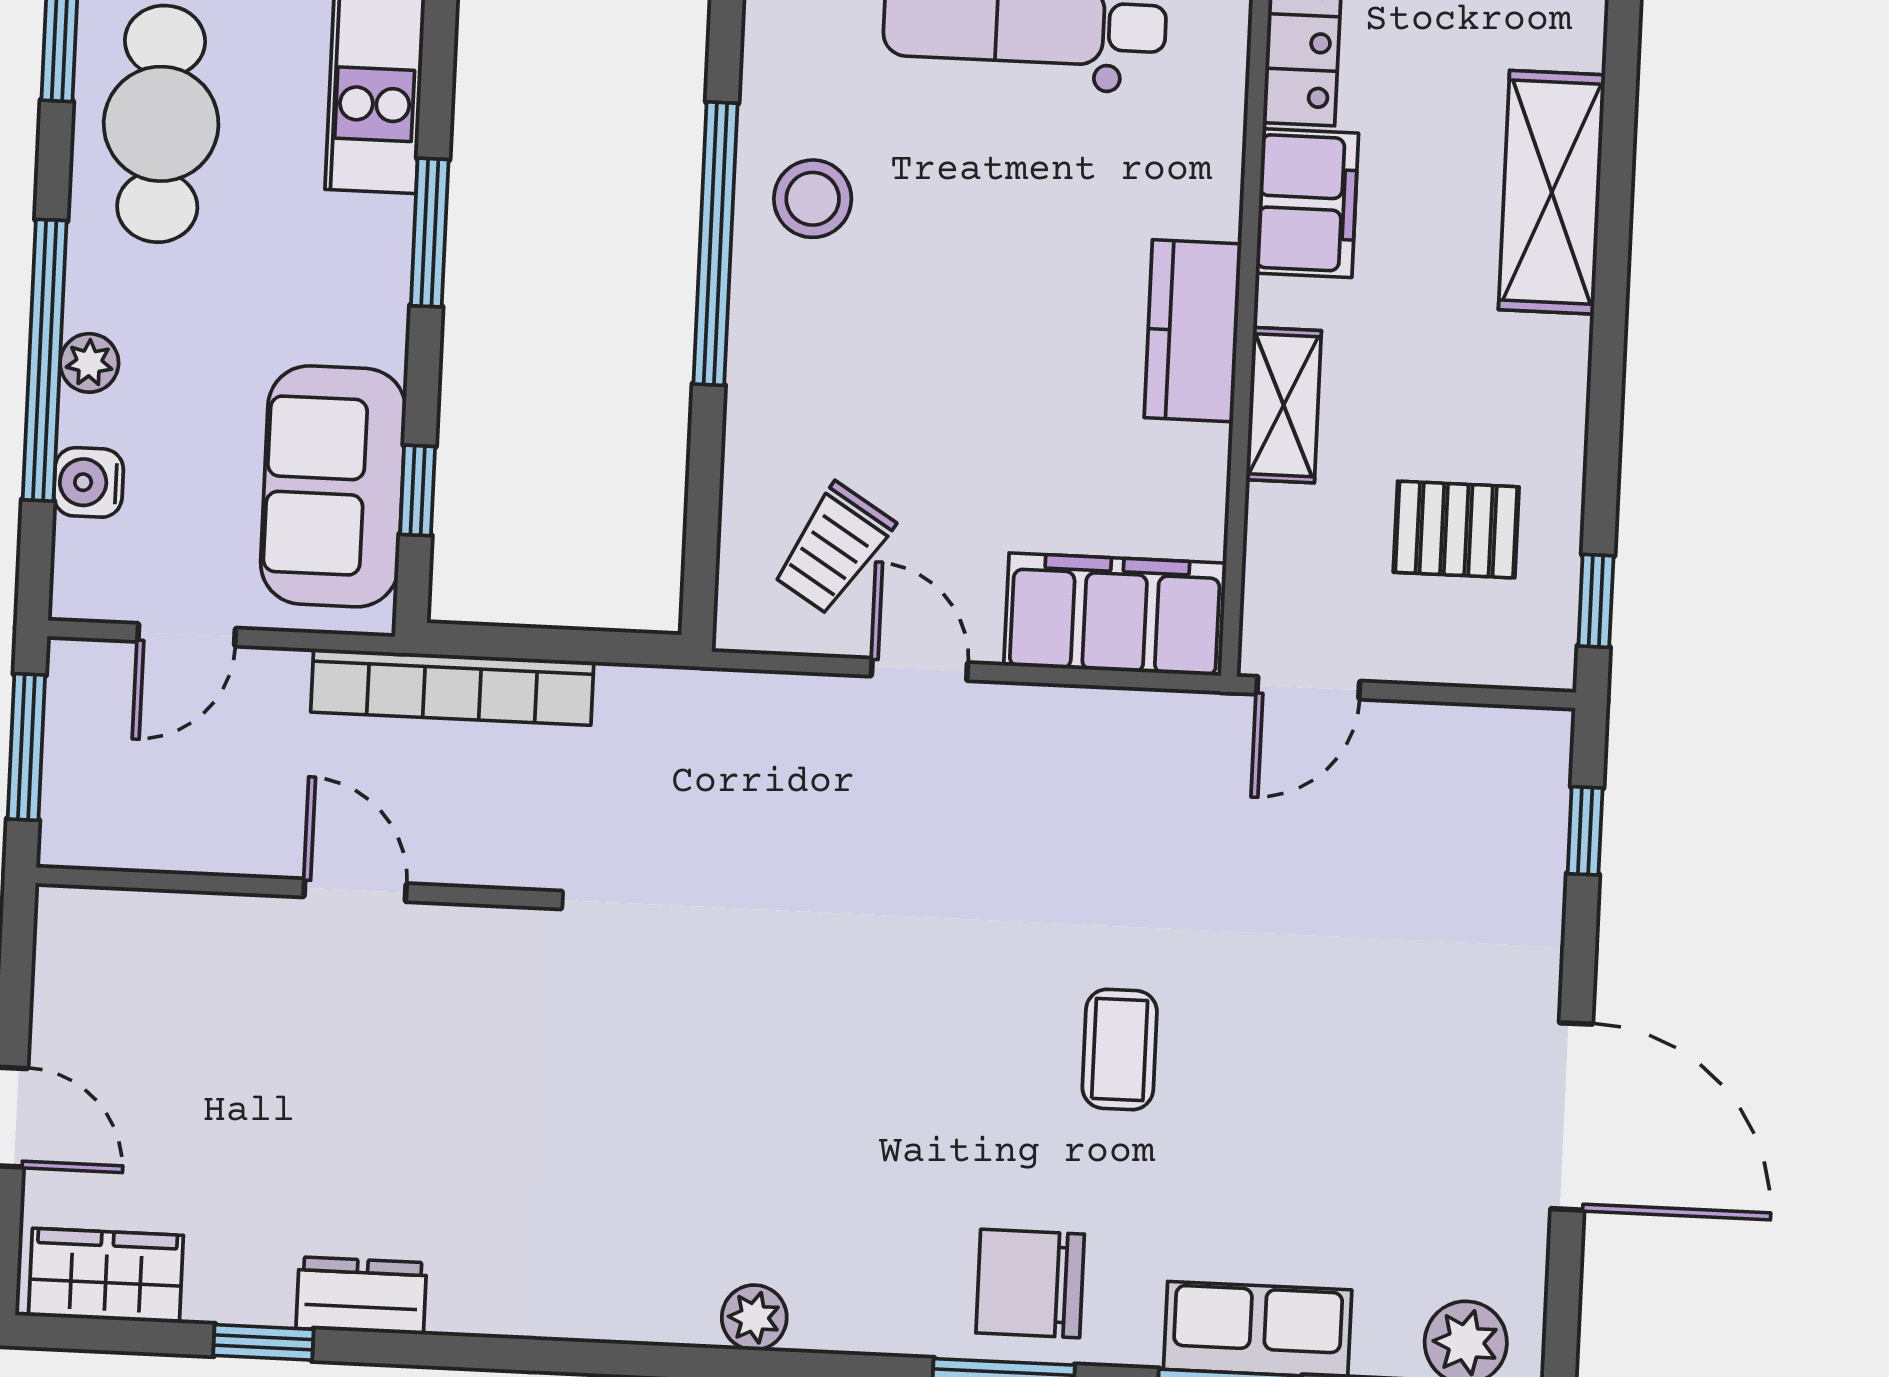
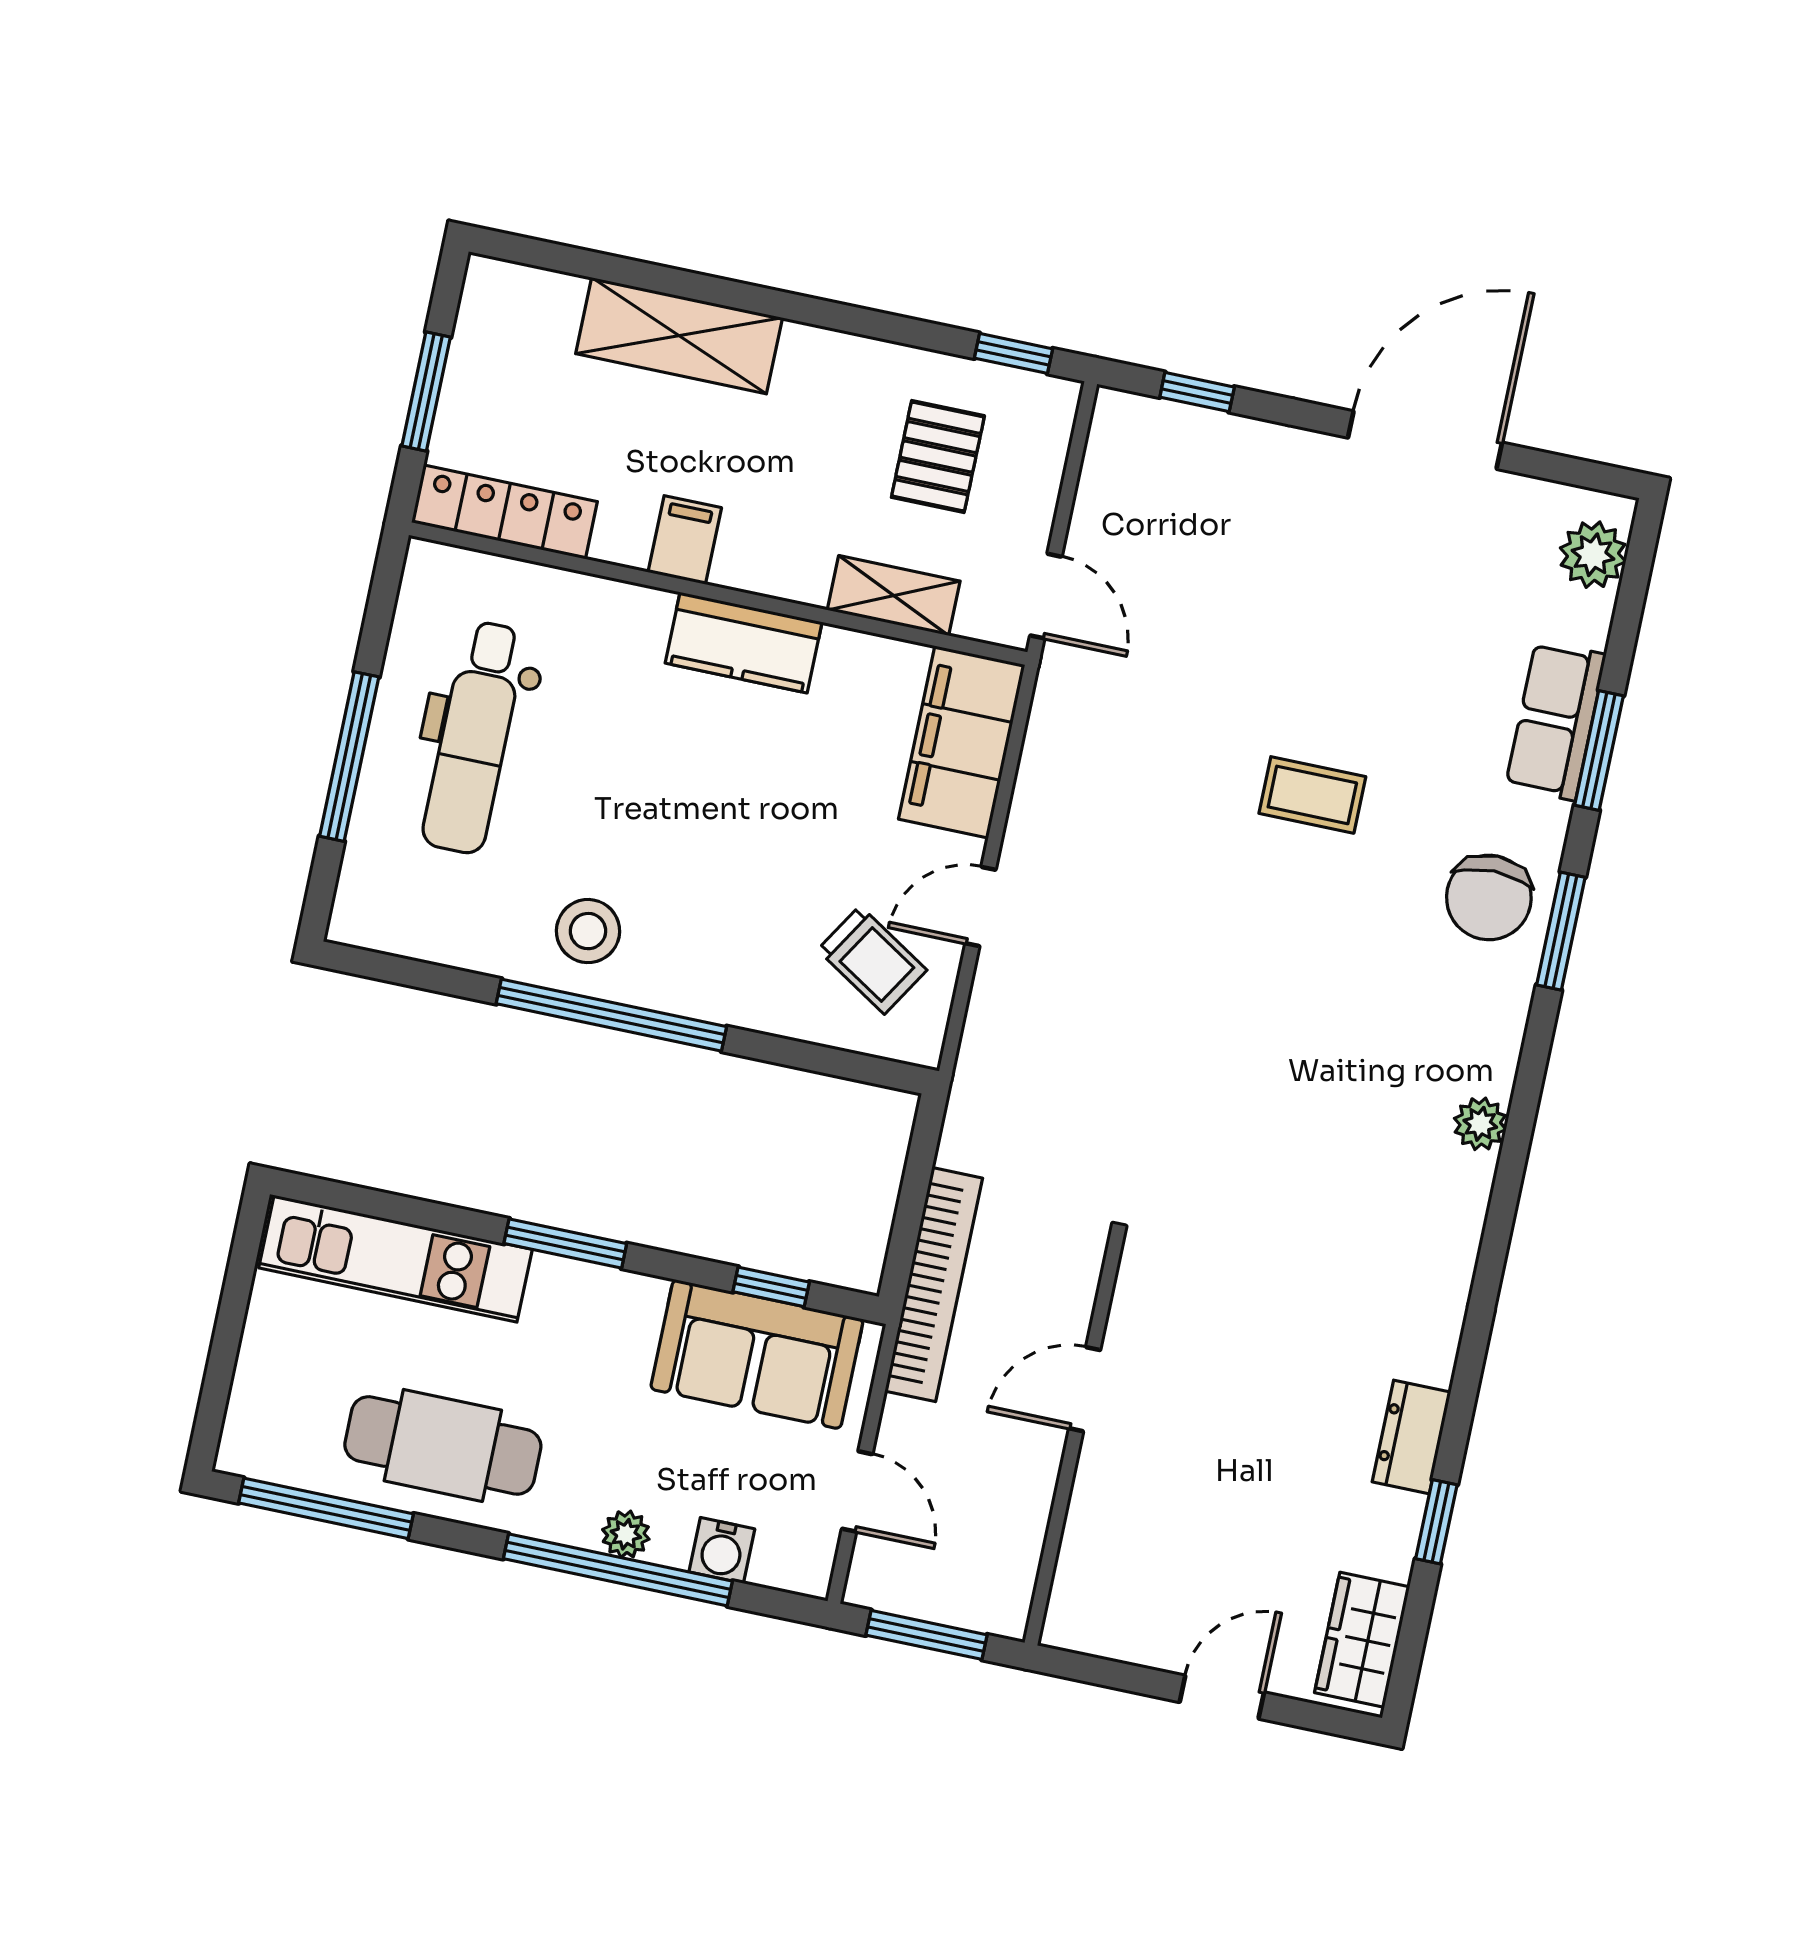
filing cabinet: (1307, 203) -> (685, 540), width x0.50
shelving: (1284, 405) -> (894, 596), moved

